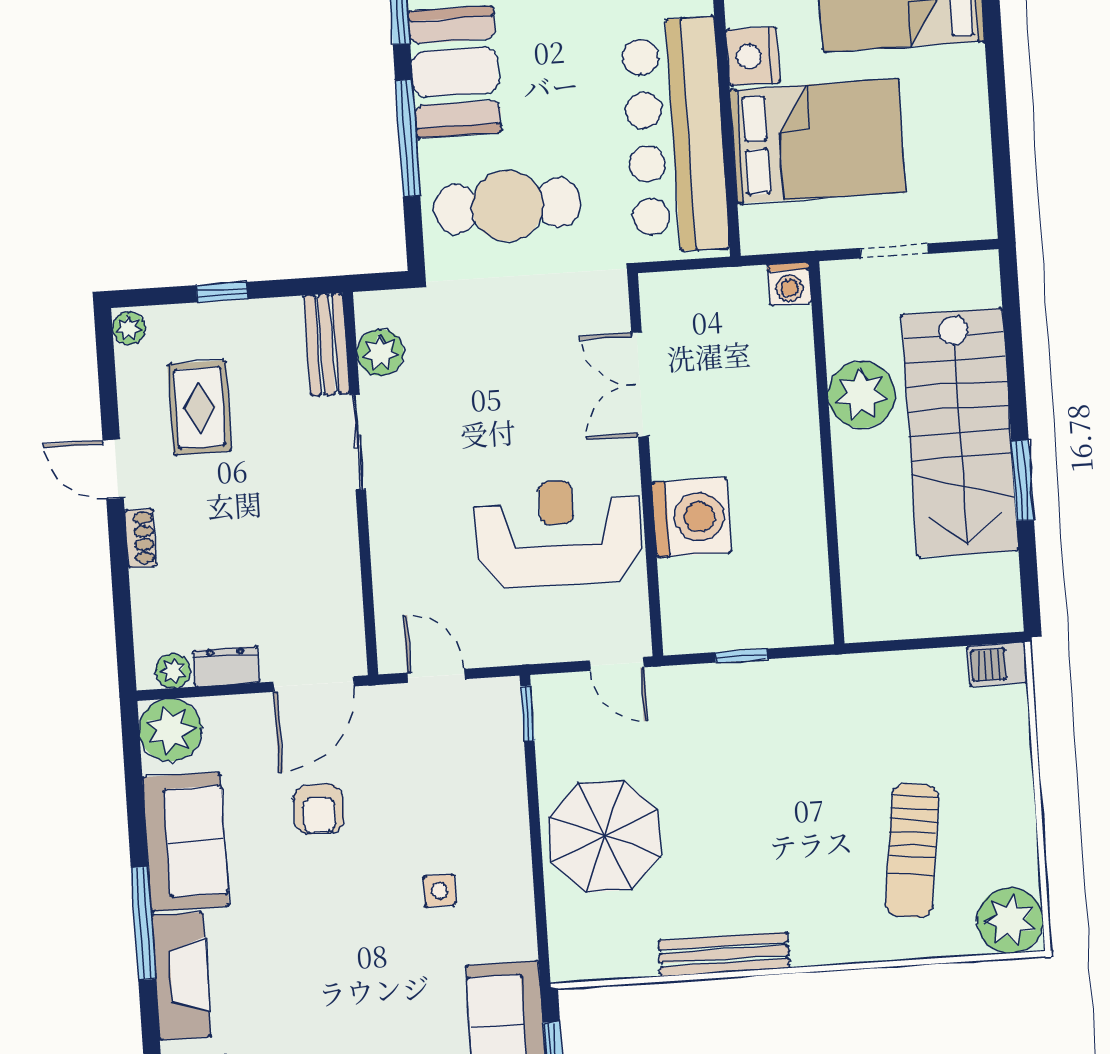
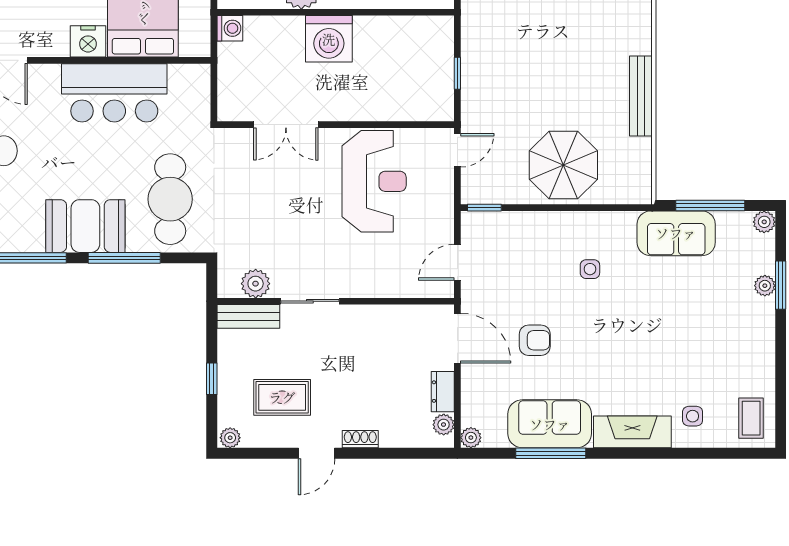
bar counter: (675, 135) -> (114, 93), width x0.73
washing machine: (692, 517) -> (329, 39), moved, turned 180
reception desk: (558, 533) -> (374, 181), turned 180
plant: (170, 730) -> (471, 438), width x0.53, depth x0.53
window: (143, 923) -> (551, 453), moved

